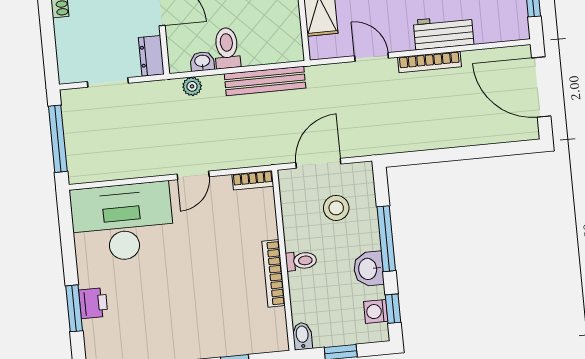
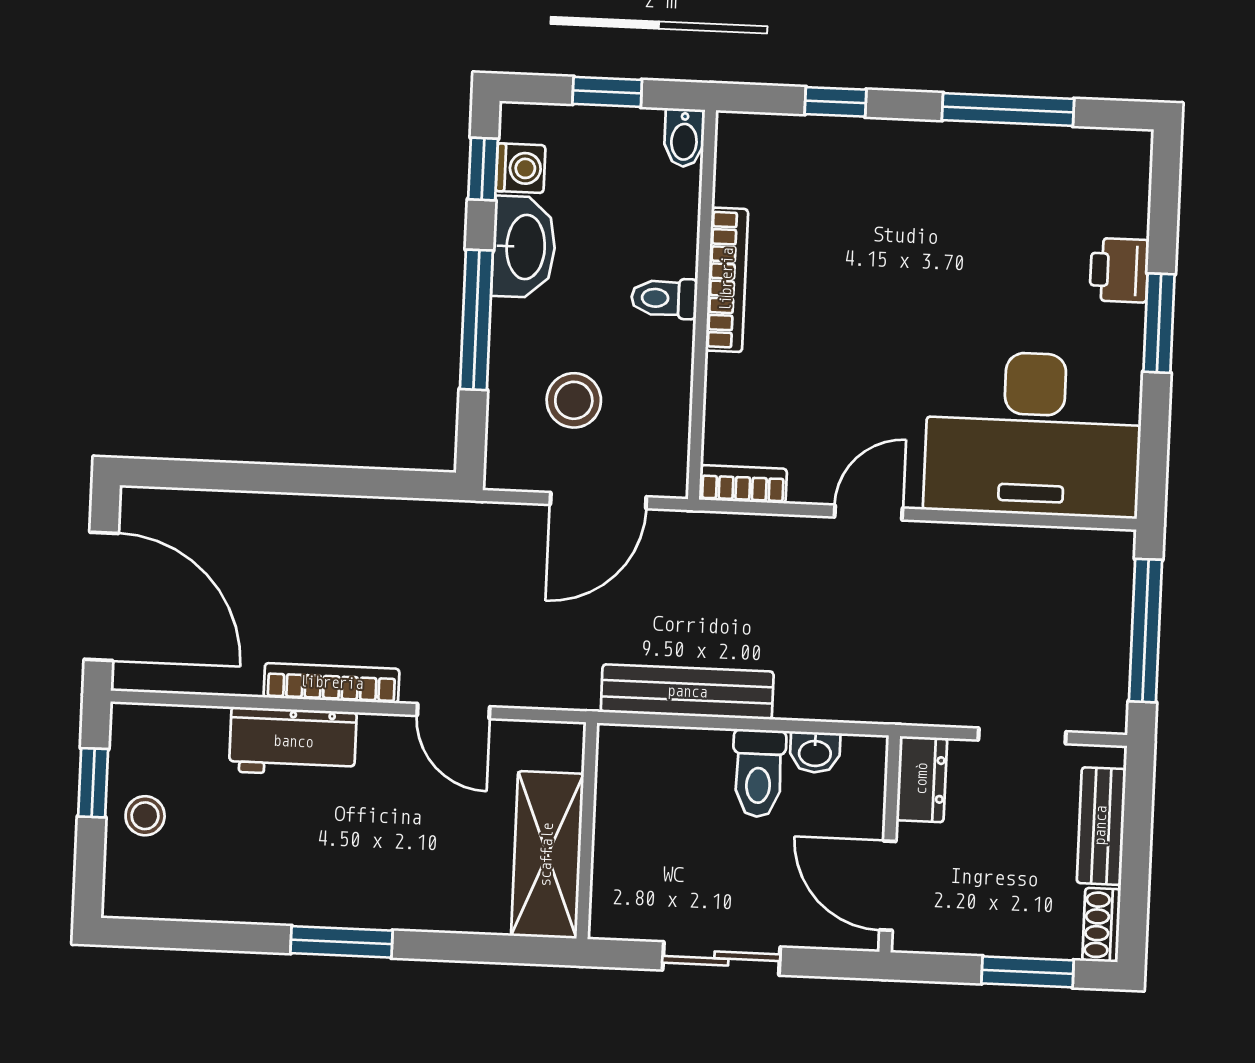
bench: (66, 46) -> (1101, 826), added
plant: (192, 86) -> (844, 702), removed
washbasin: (368, 269) -> (524, 247), width x1.38
window: (74, 308) -> (1159, 323), moved

